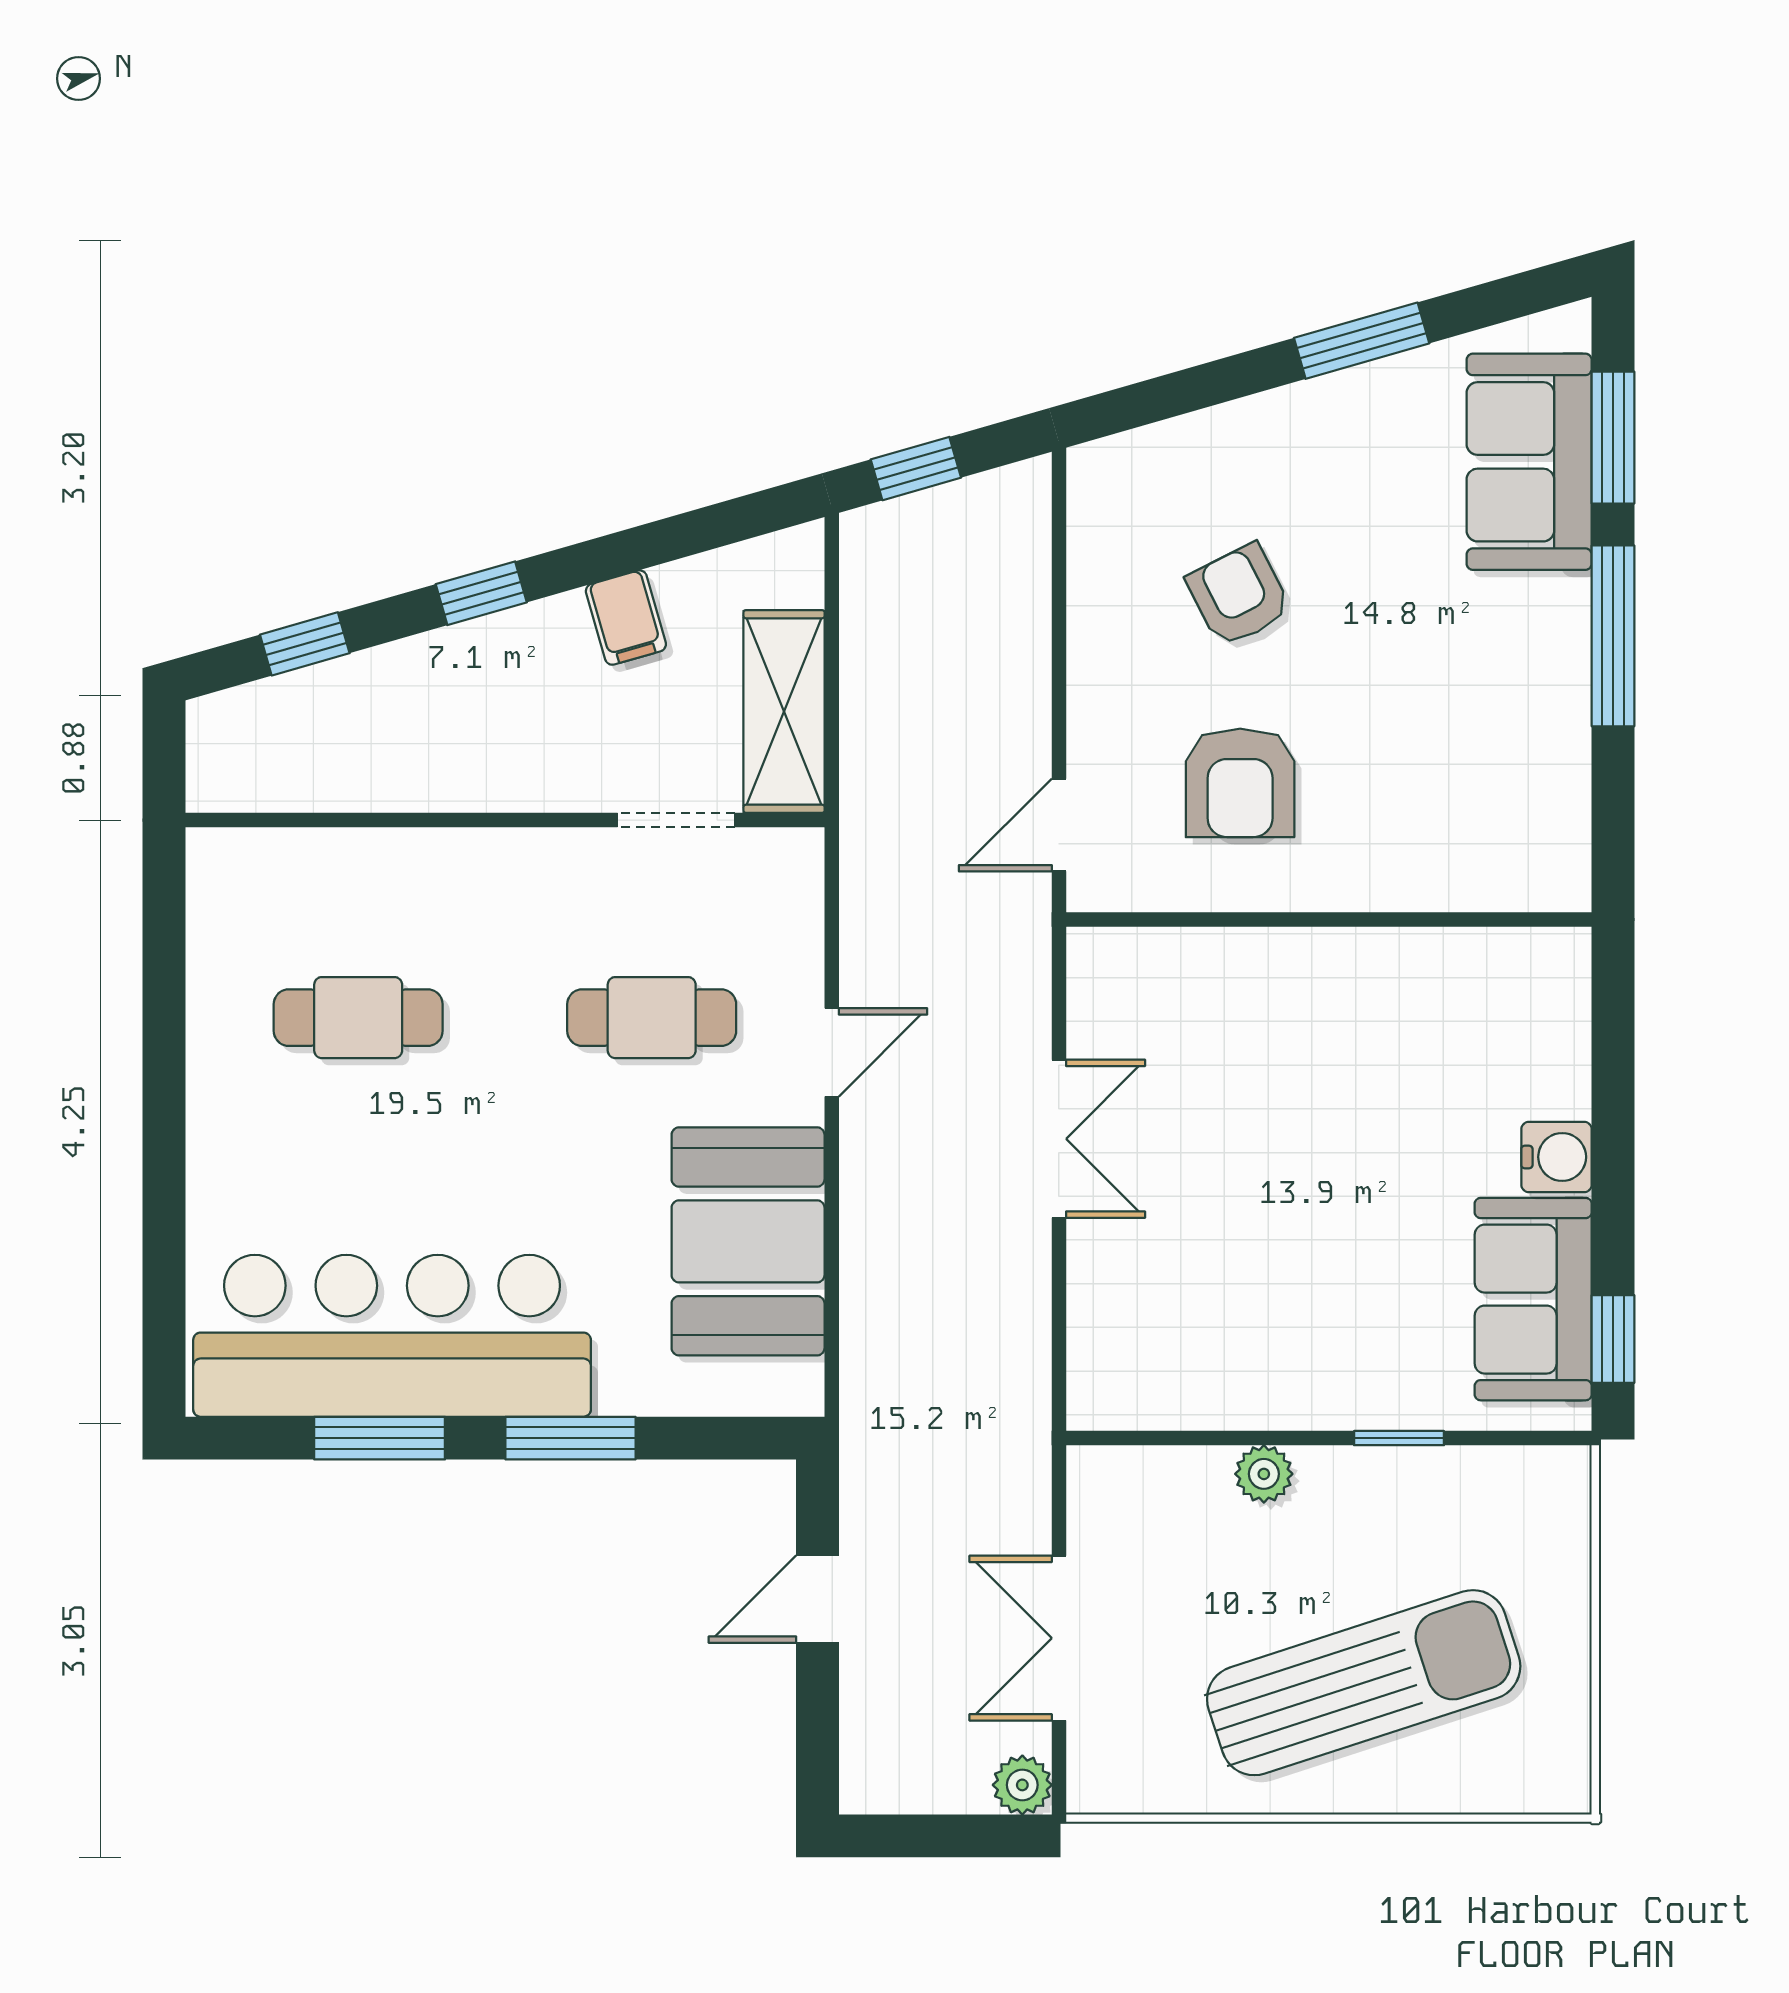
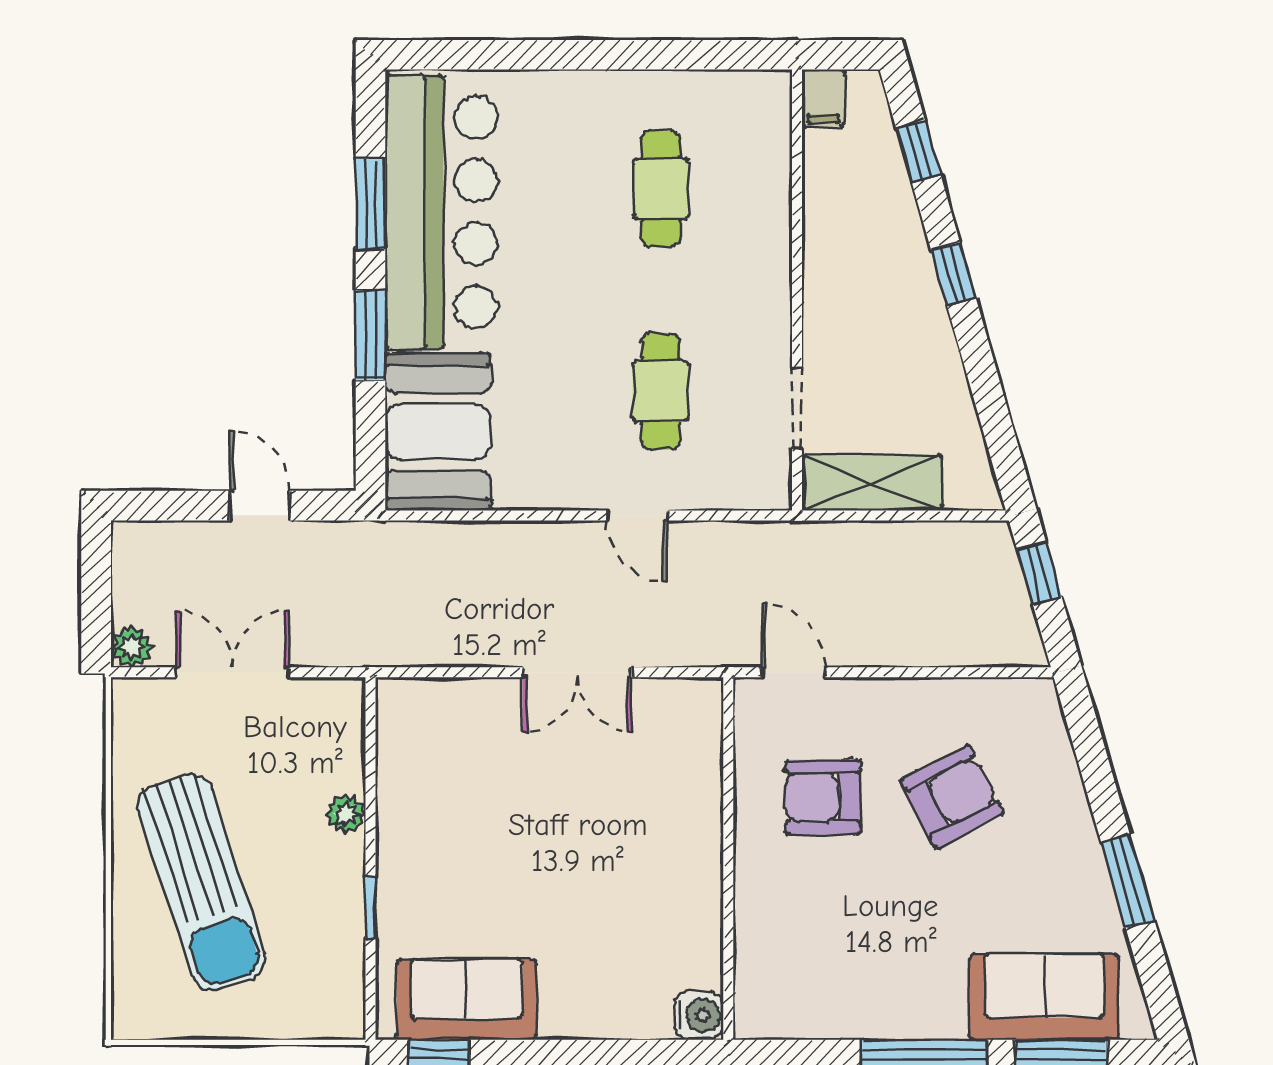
armchair: (1239, 595) -> (952, 796), width x1.38, depth x1.38
filing cabinet: (626, 618) -> (824, 98), moved, turned -74
water cooler: (1557, 1157) -> (699, 1016), moved, turned -90
booth: (748, 1241) -> (438, 432), moved, turned 90

